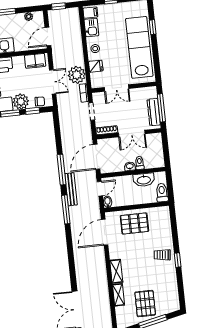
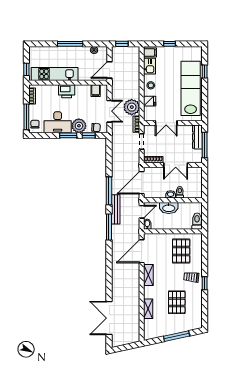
filing cabinet: (35, 61) -> (96, 91), width x0.50
dresser: (154, 112) -> (197, 137), moved
washbasin: (144, 180) -> (169, 208), moved
pallet: (134, 224) -> (181, 251), moved, turned 90
shelving: (116, 271) -> (148, 275), moved
pallet: (145, 304) -> (177, 302), moved

